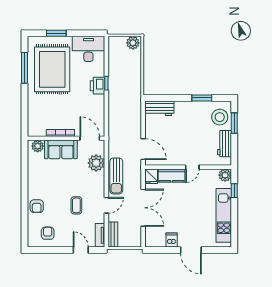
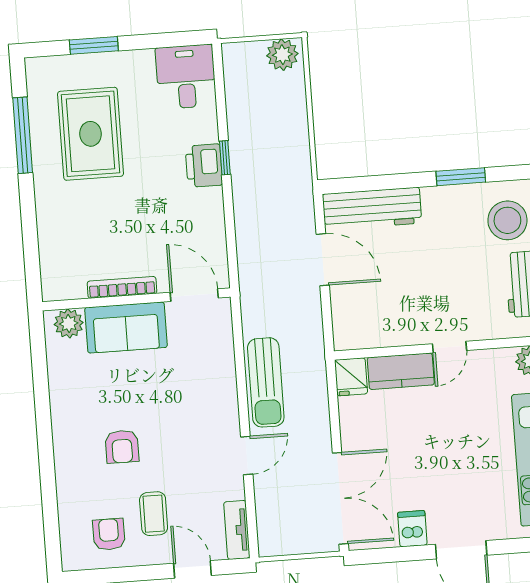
desk: (88, 49) -> (186, 77), width x0.73
rug: (52, 69) -> (91, 134), width x0.73, depth x0.69
workbench: (159, 108) -> (372, 209), width x1.38
door: (143, 149) -> (323, 260), moved
plant: (96, 163) -> (215, 354), removed
coffee table: (76, 205) -> (154, 514), moved
armchair: (37, 206) -> (122, 447), moved
double door: (143, 208) -> (340, 498), moved
bench: (113, 235) -> (268, 526), removed

